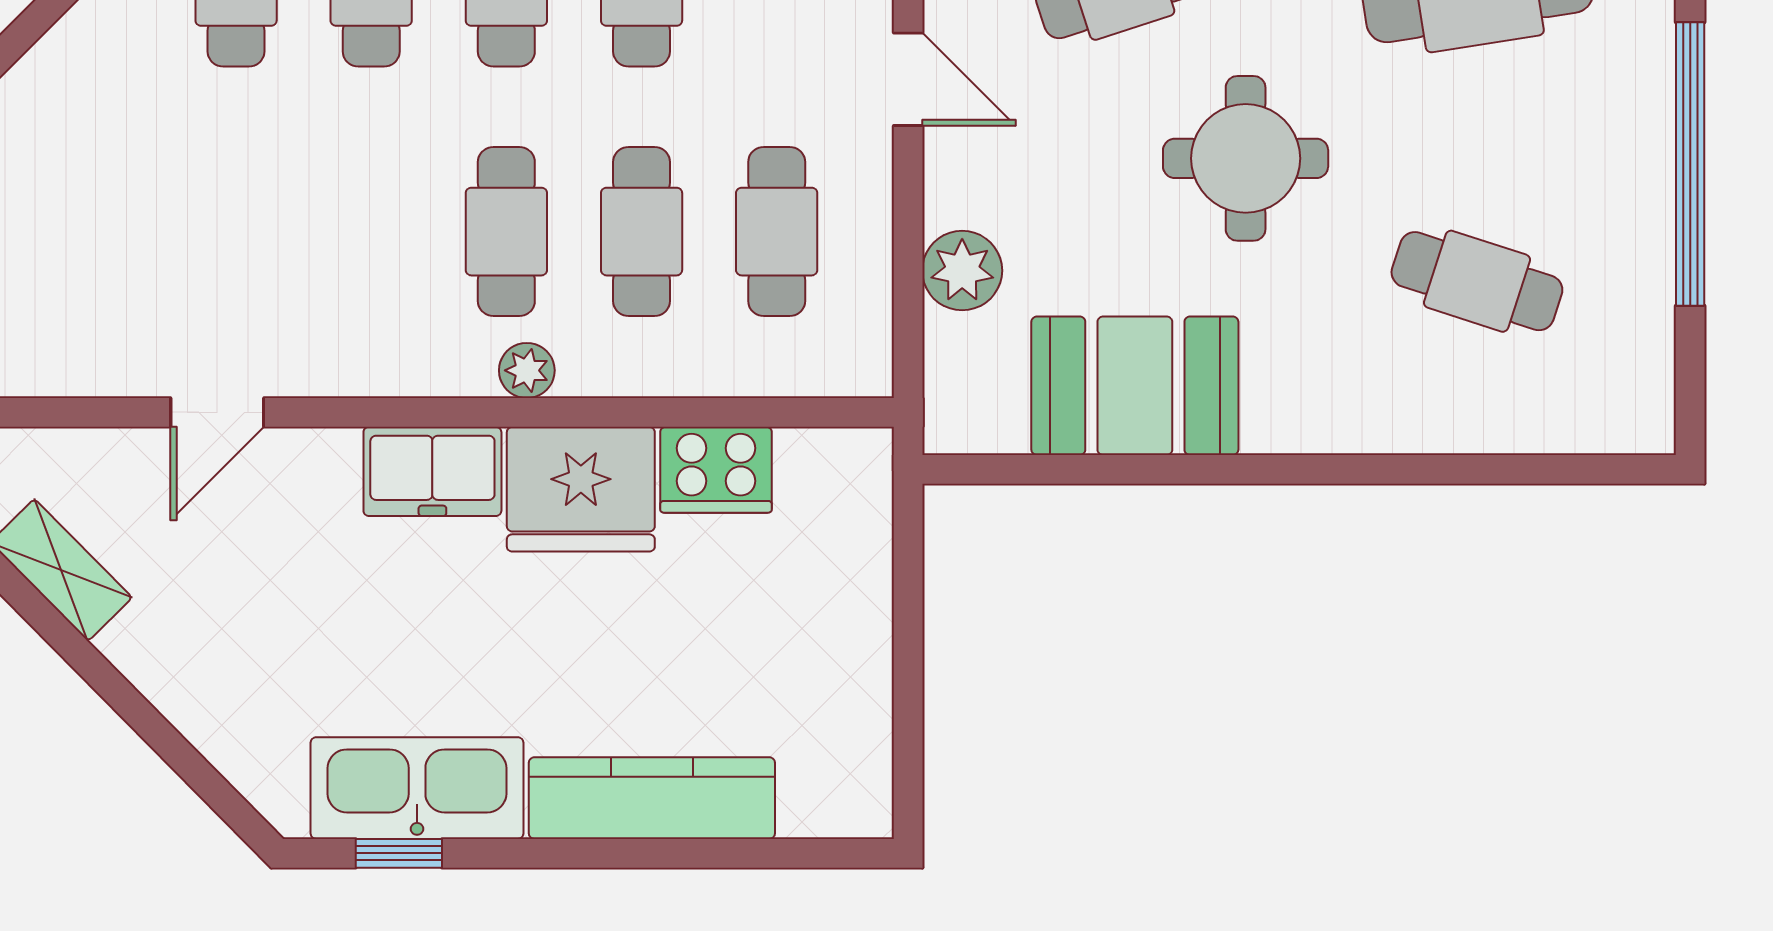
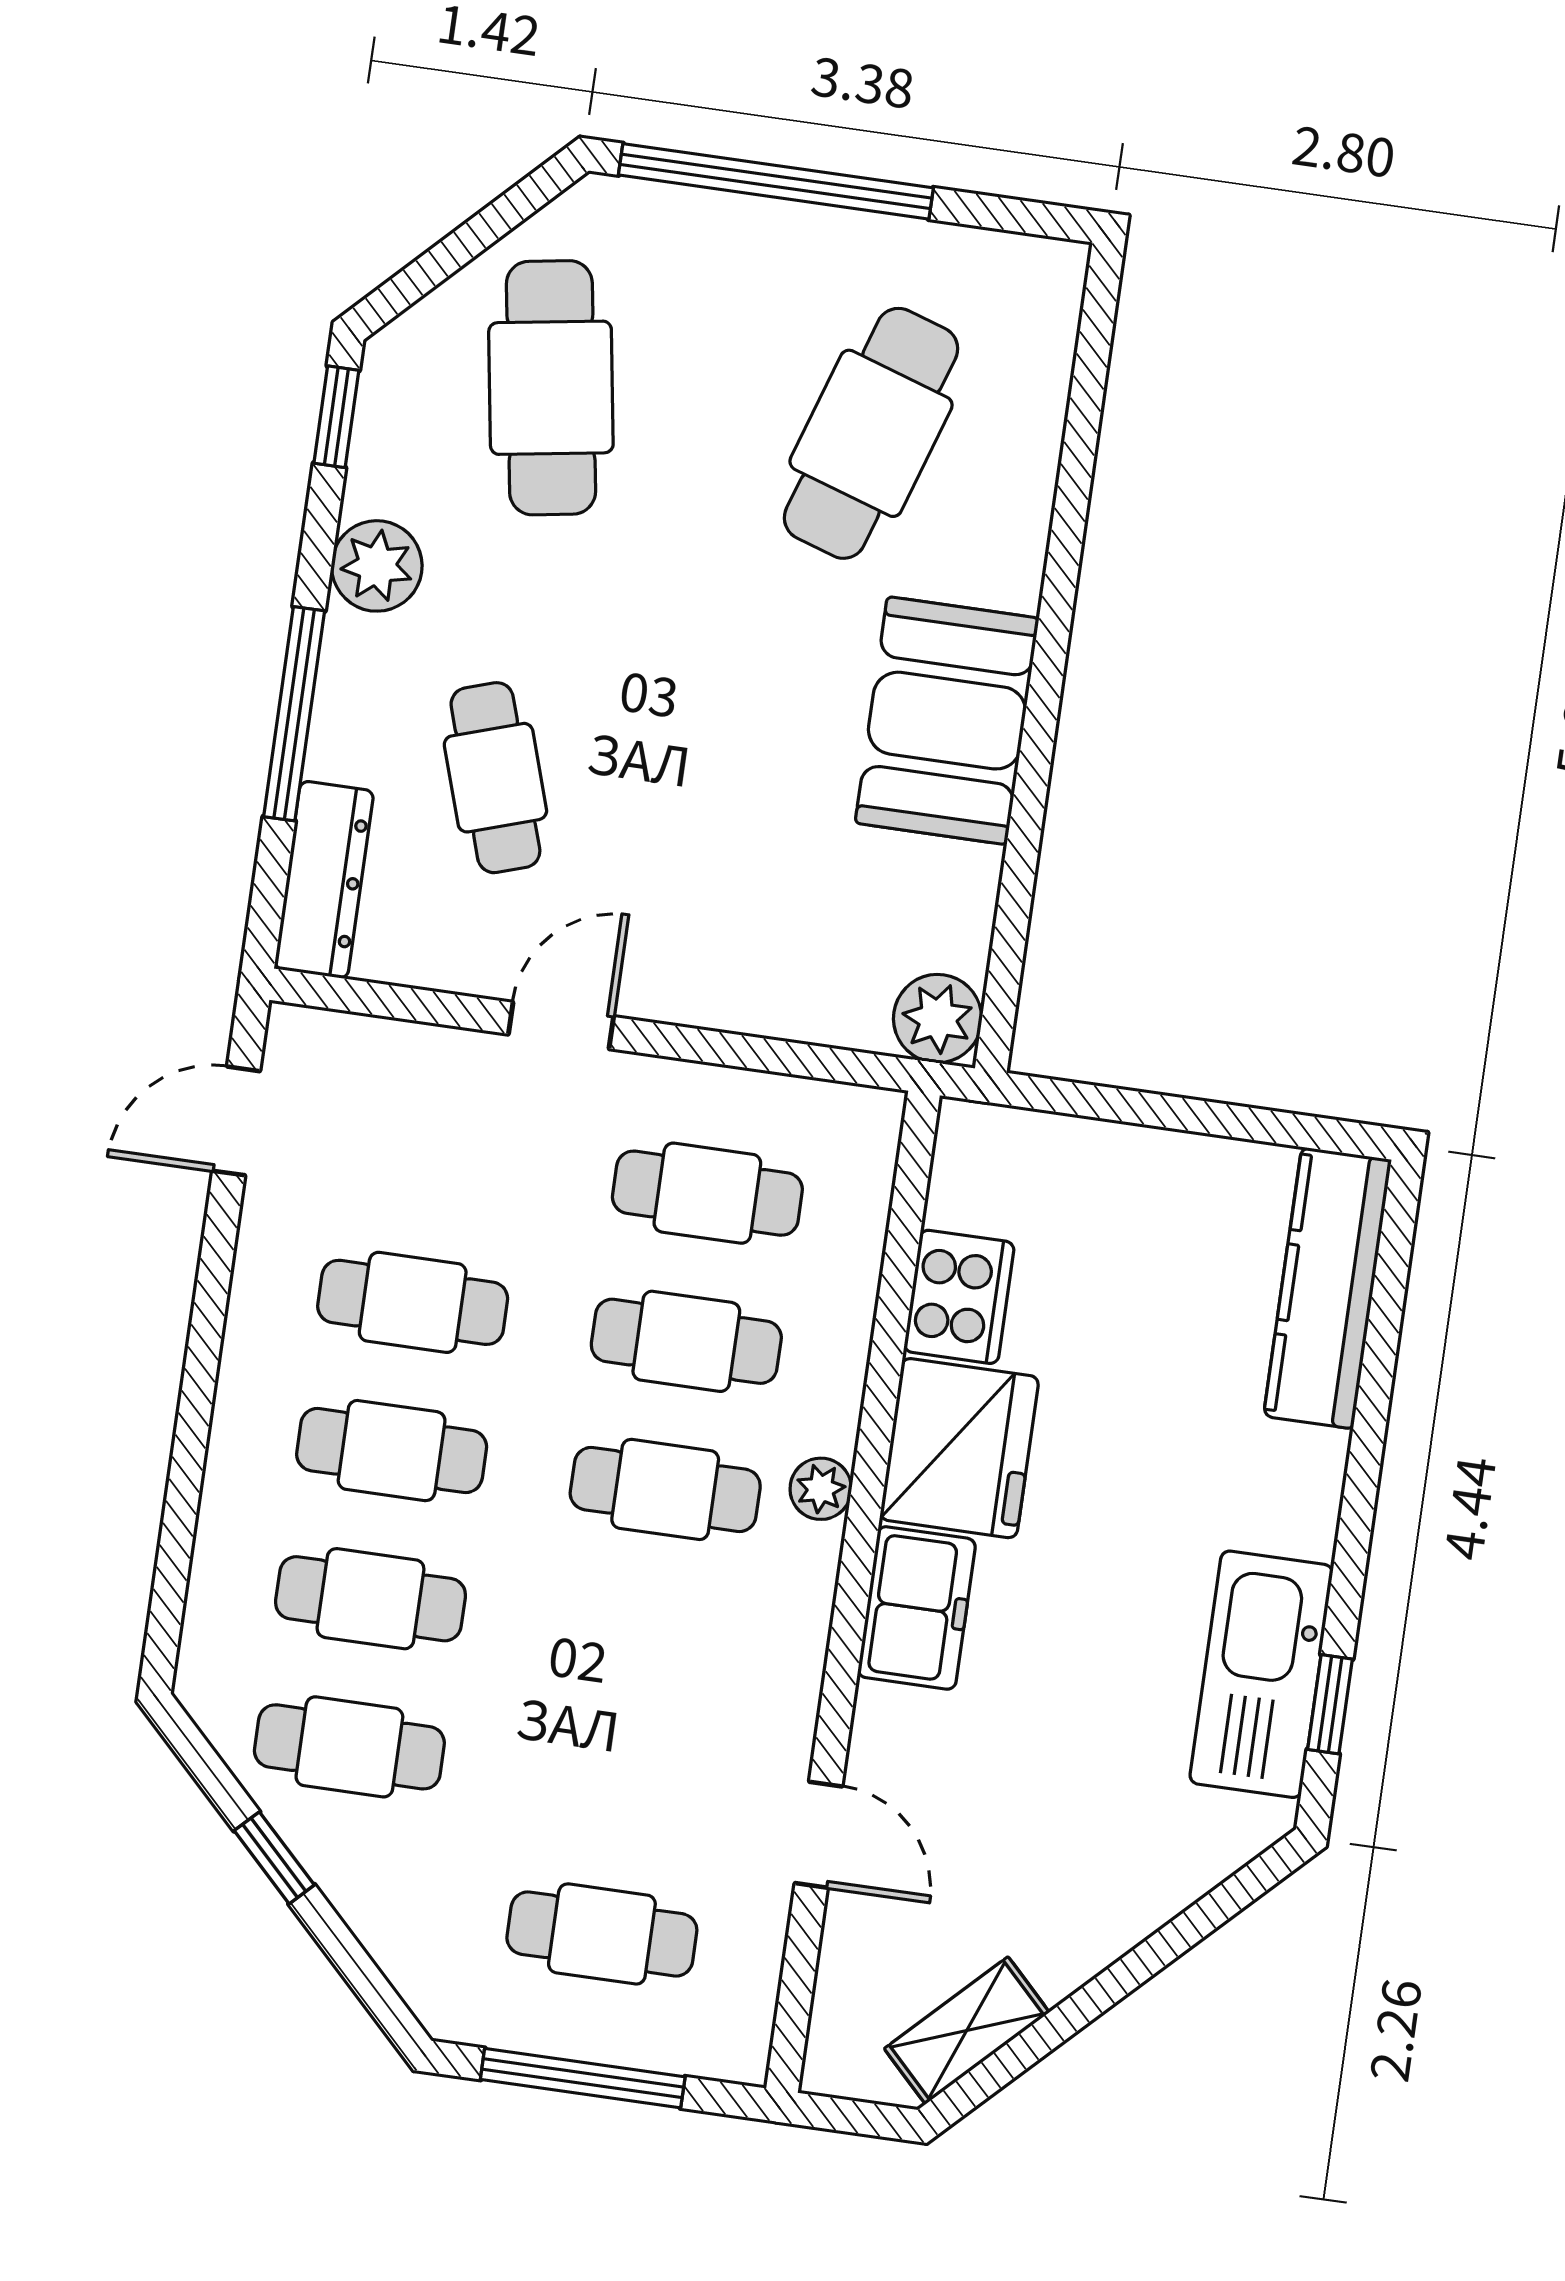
round table: (1246, 158) -> (700, 668), removed
cafe table: (101, 232) -> (602, 1934), added
plant: (962, 271) -> (938, 1019), moved
cafe table: (1477, 281) -> (871, 433), width x1.37, depth x1.35
booth: (1135, 386) -> (947, 721), moved
kitchen counter: (652, 798) -> (1328, 1288), moved

